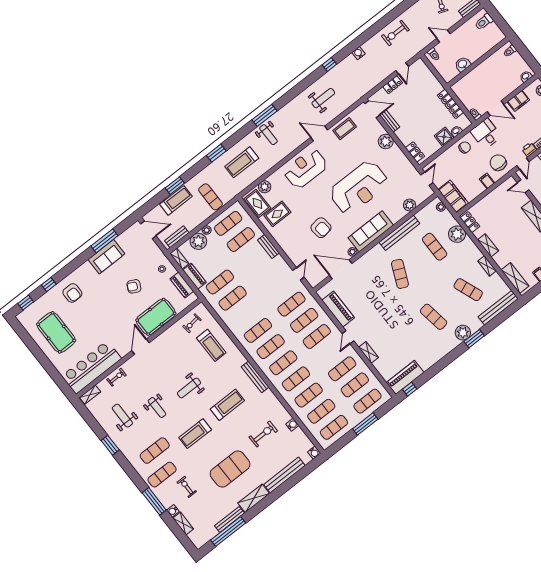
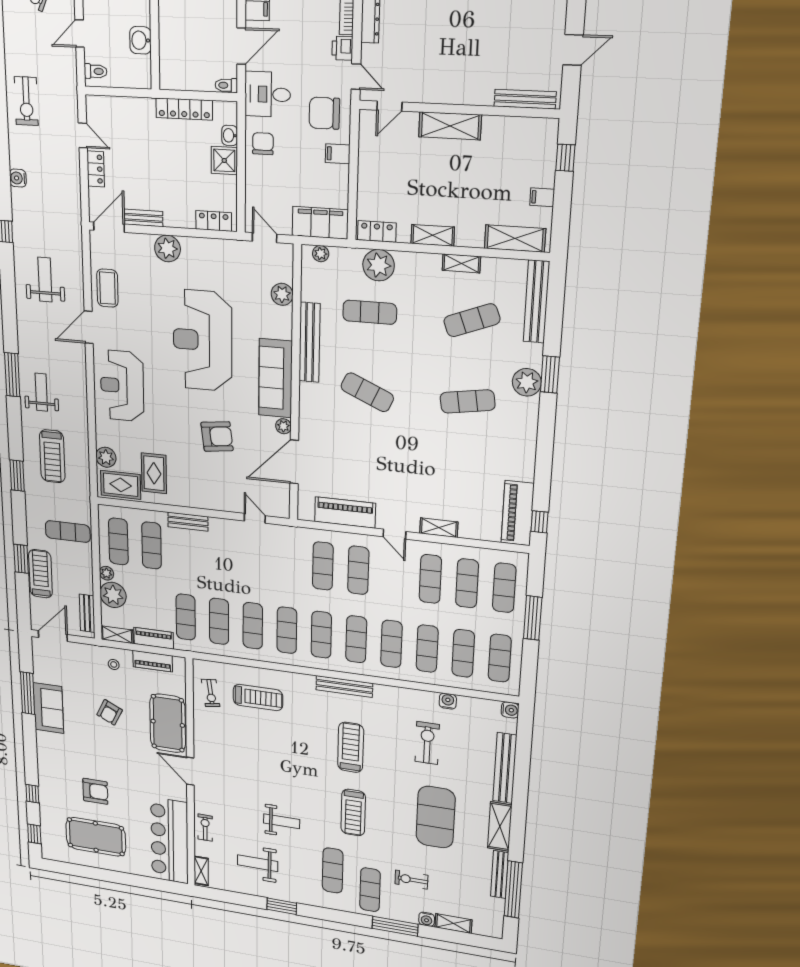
weight bench: (268, 135) -> (41, 392), turned -90
reception desk: (359, 188) -> (202, 340), turned 180
armchair: (72, 293) -> (95, 791), moved
exercise mat: (291, 304) -> (253, 626), moved
weight bench: (189, 388) -> (289, 768), removed

